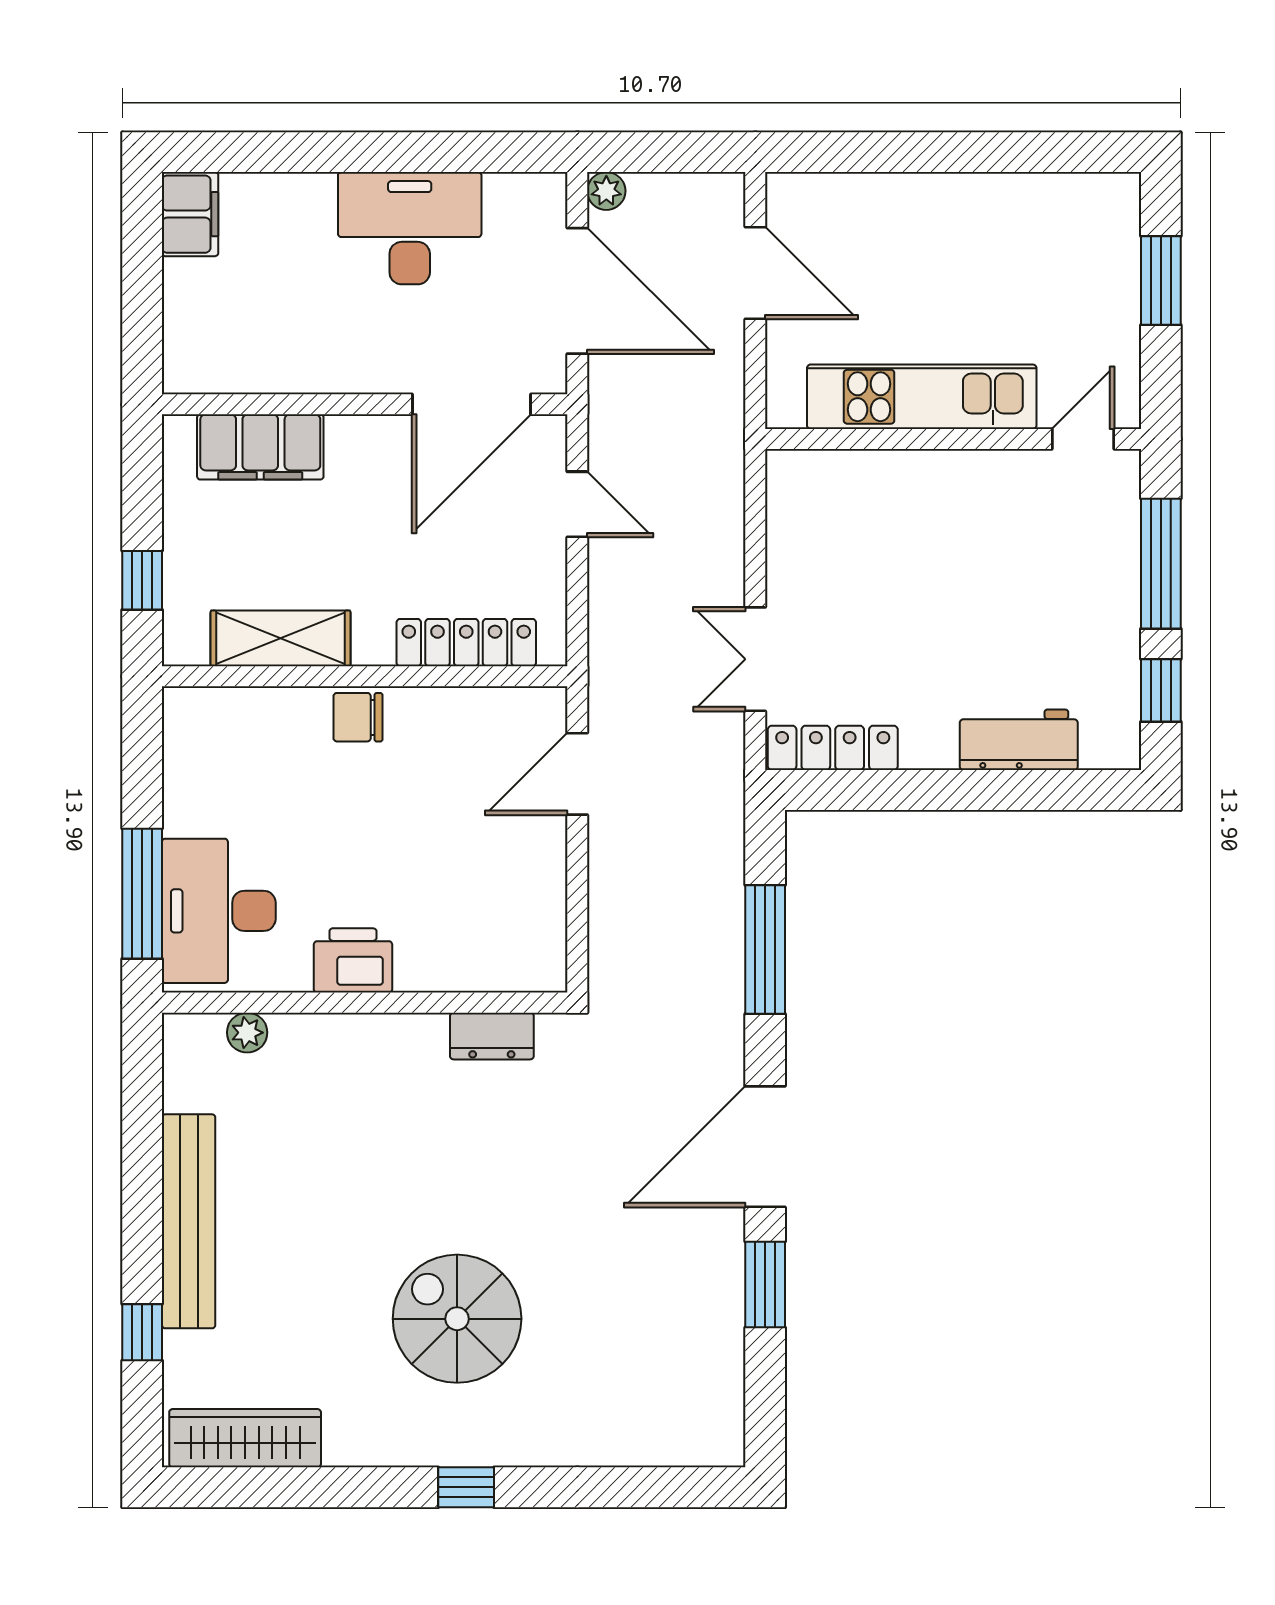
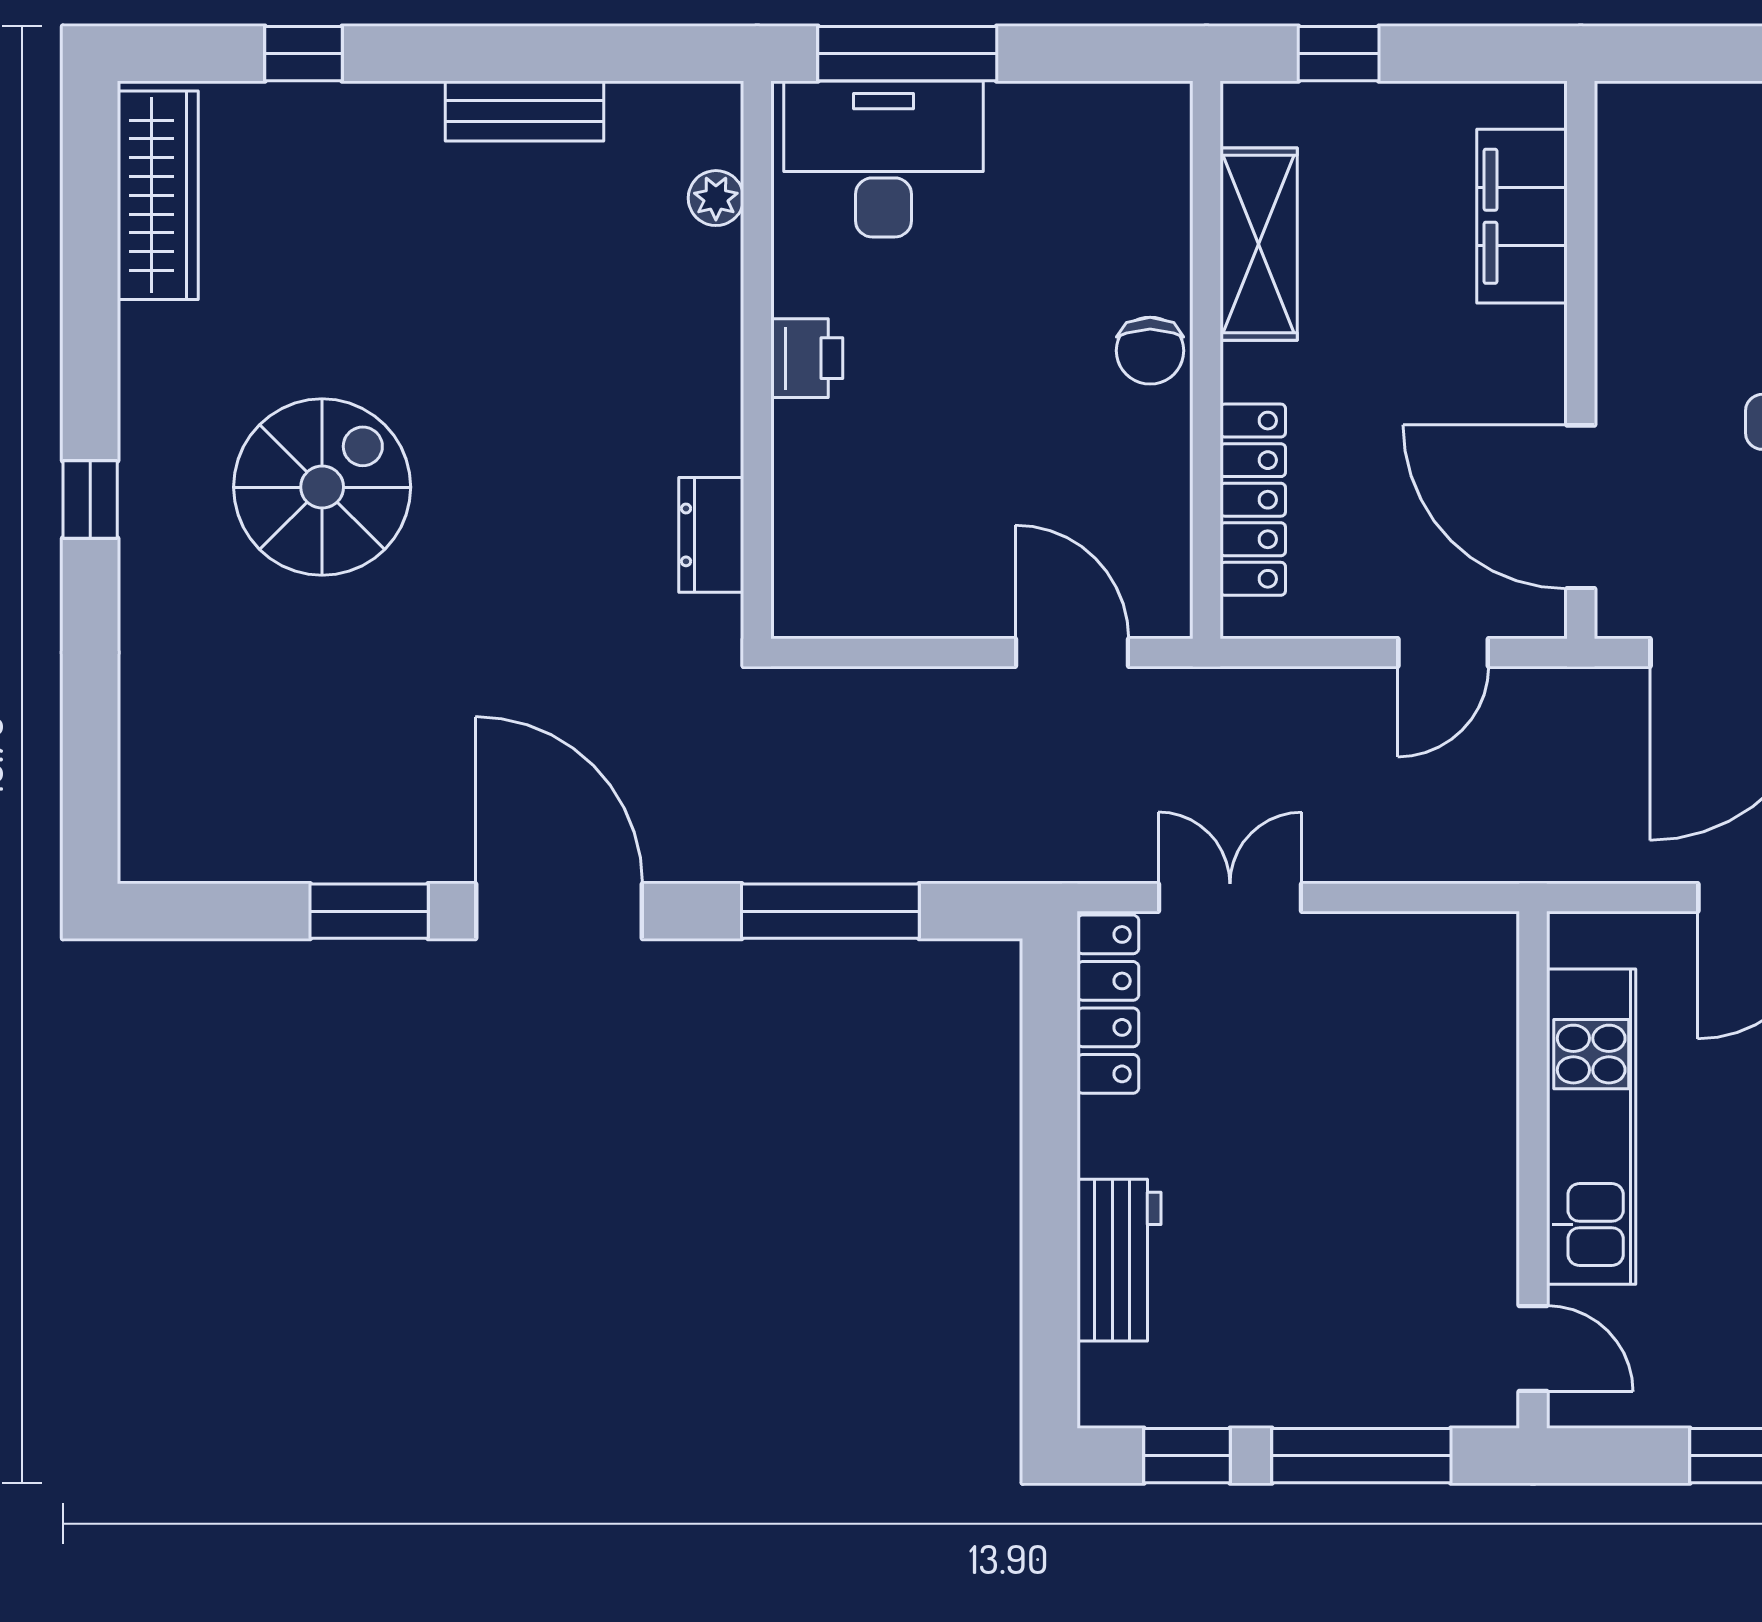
chair: (358, 717) -> (1150, 351), turned 180
printer: (353, 960) -> (807, 358), width x0.73, depth x0.81
bench: (189, 1221) -> (525, 111), width x0.54, depth x0.82

